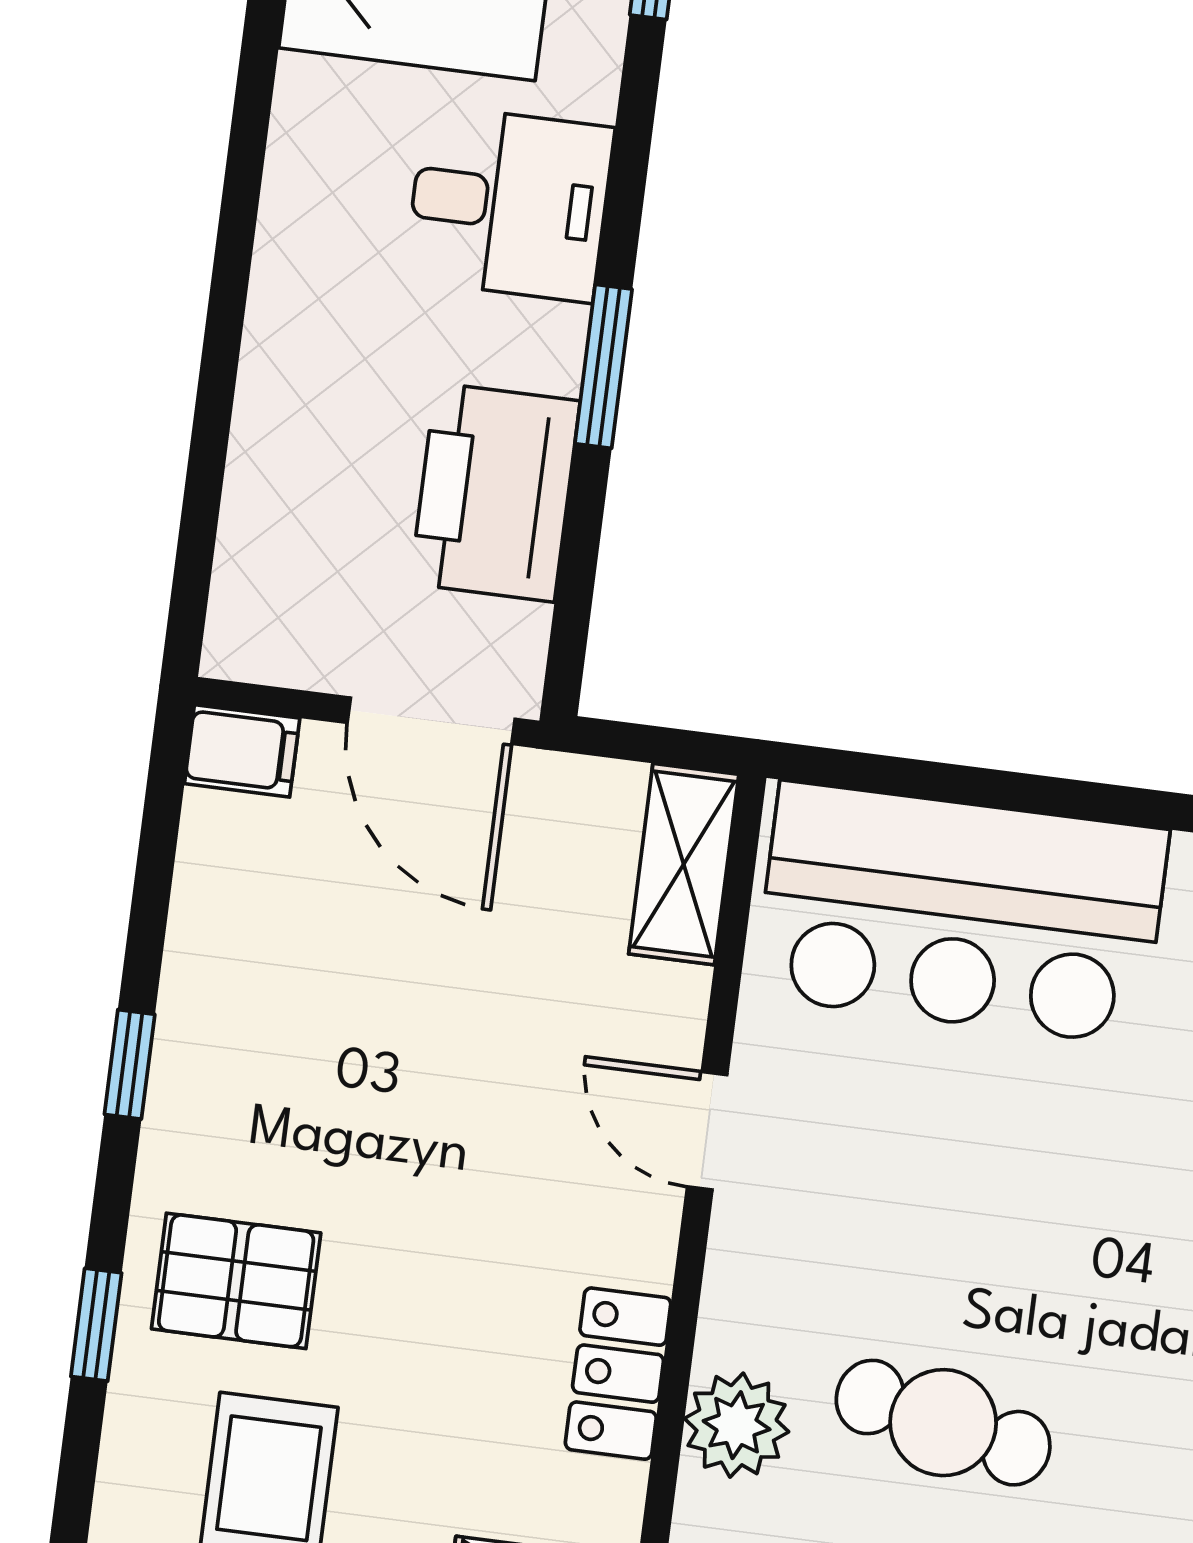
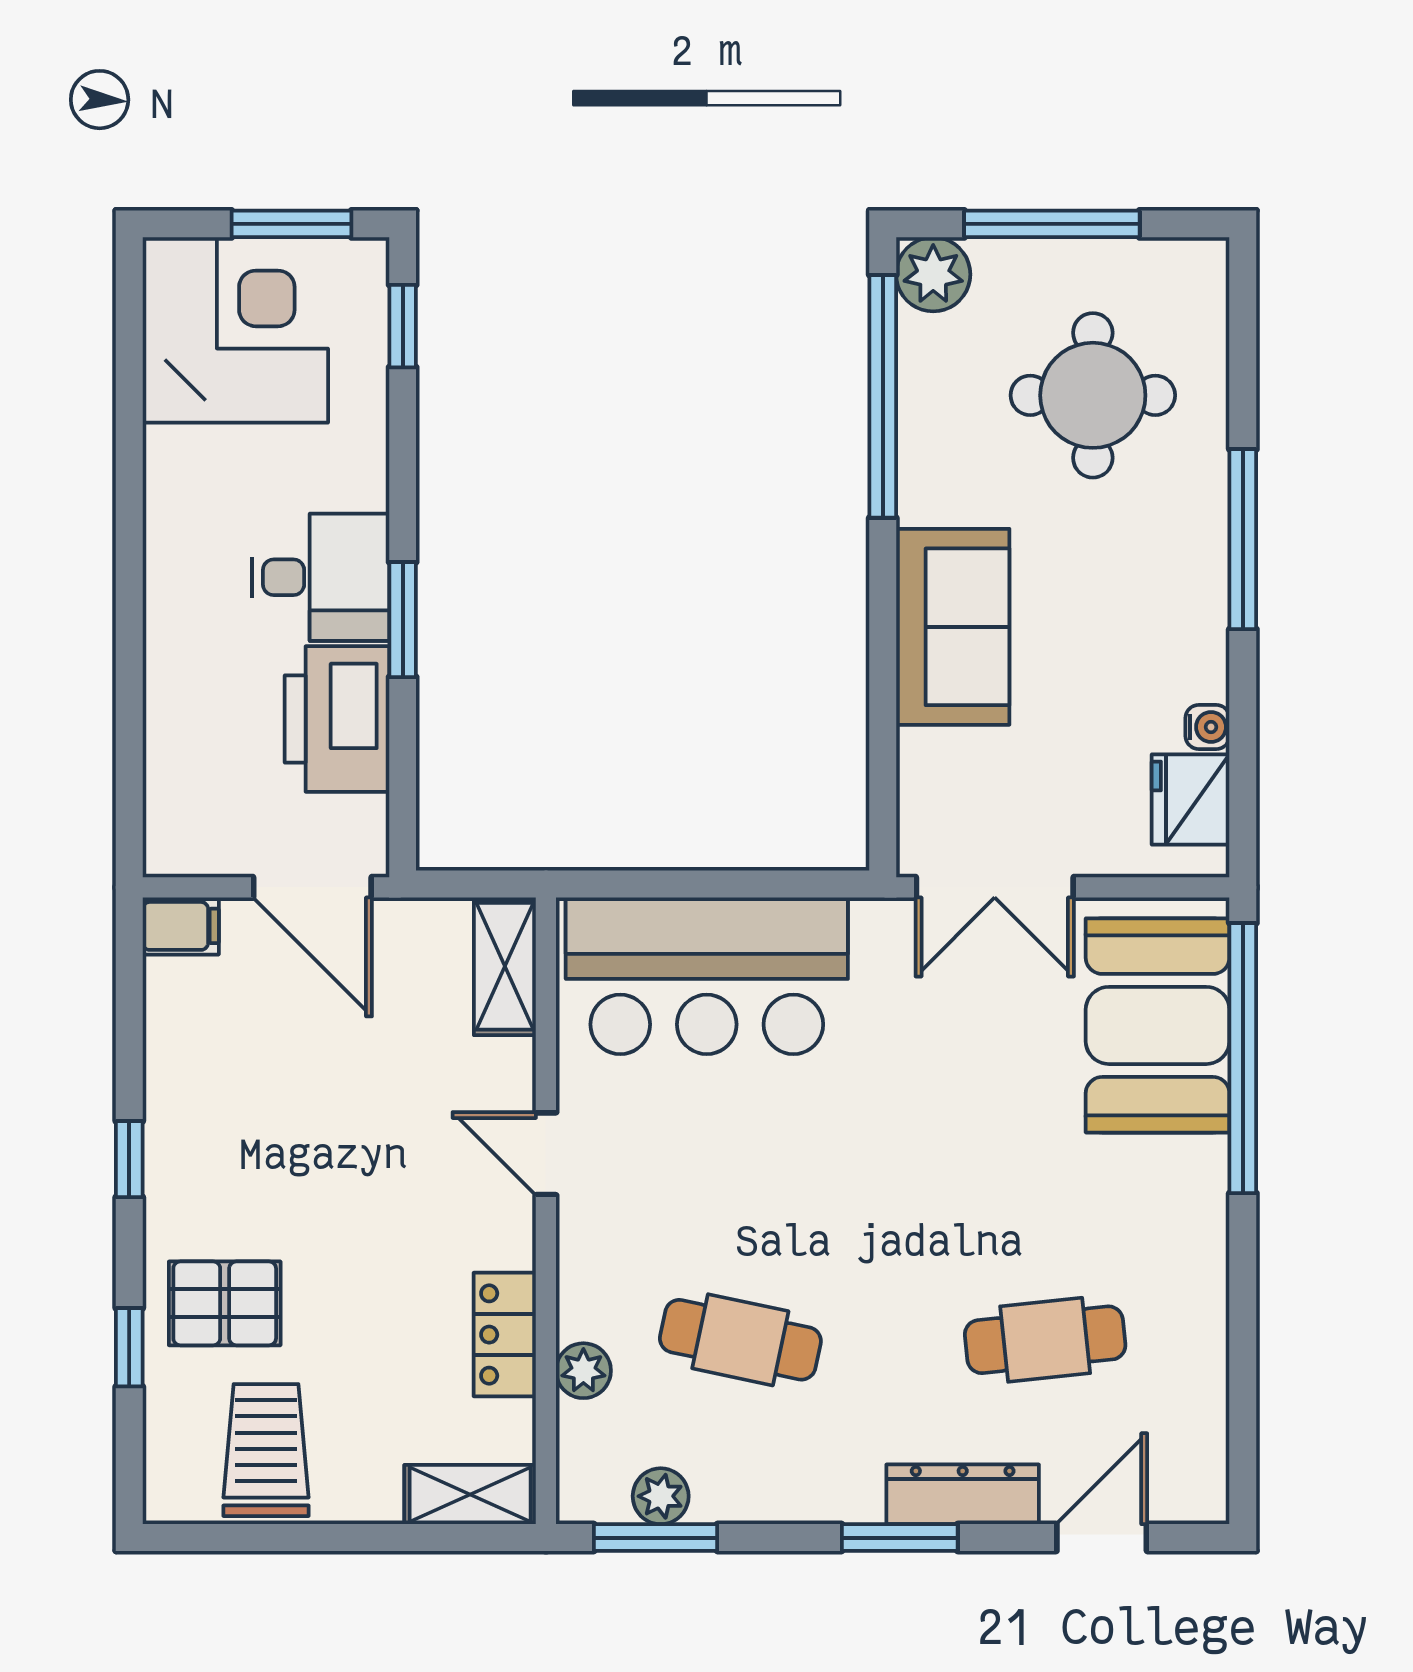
desk: (509, 204) -> (321, 577), moved
plant: (737, 1425) -> (583, 1371), width x0.73, depth x0.73

